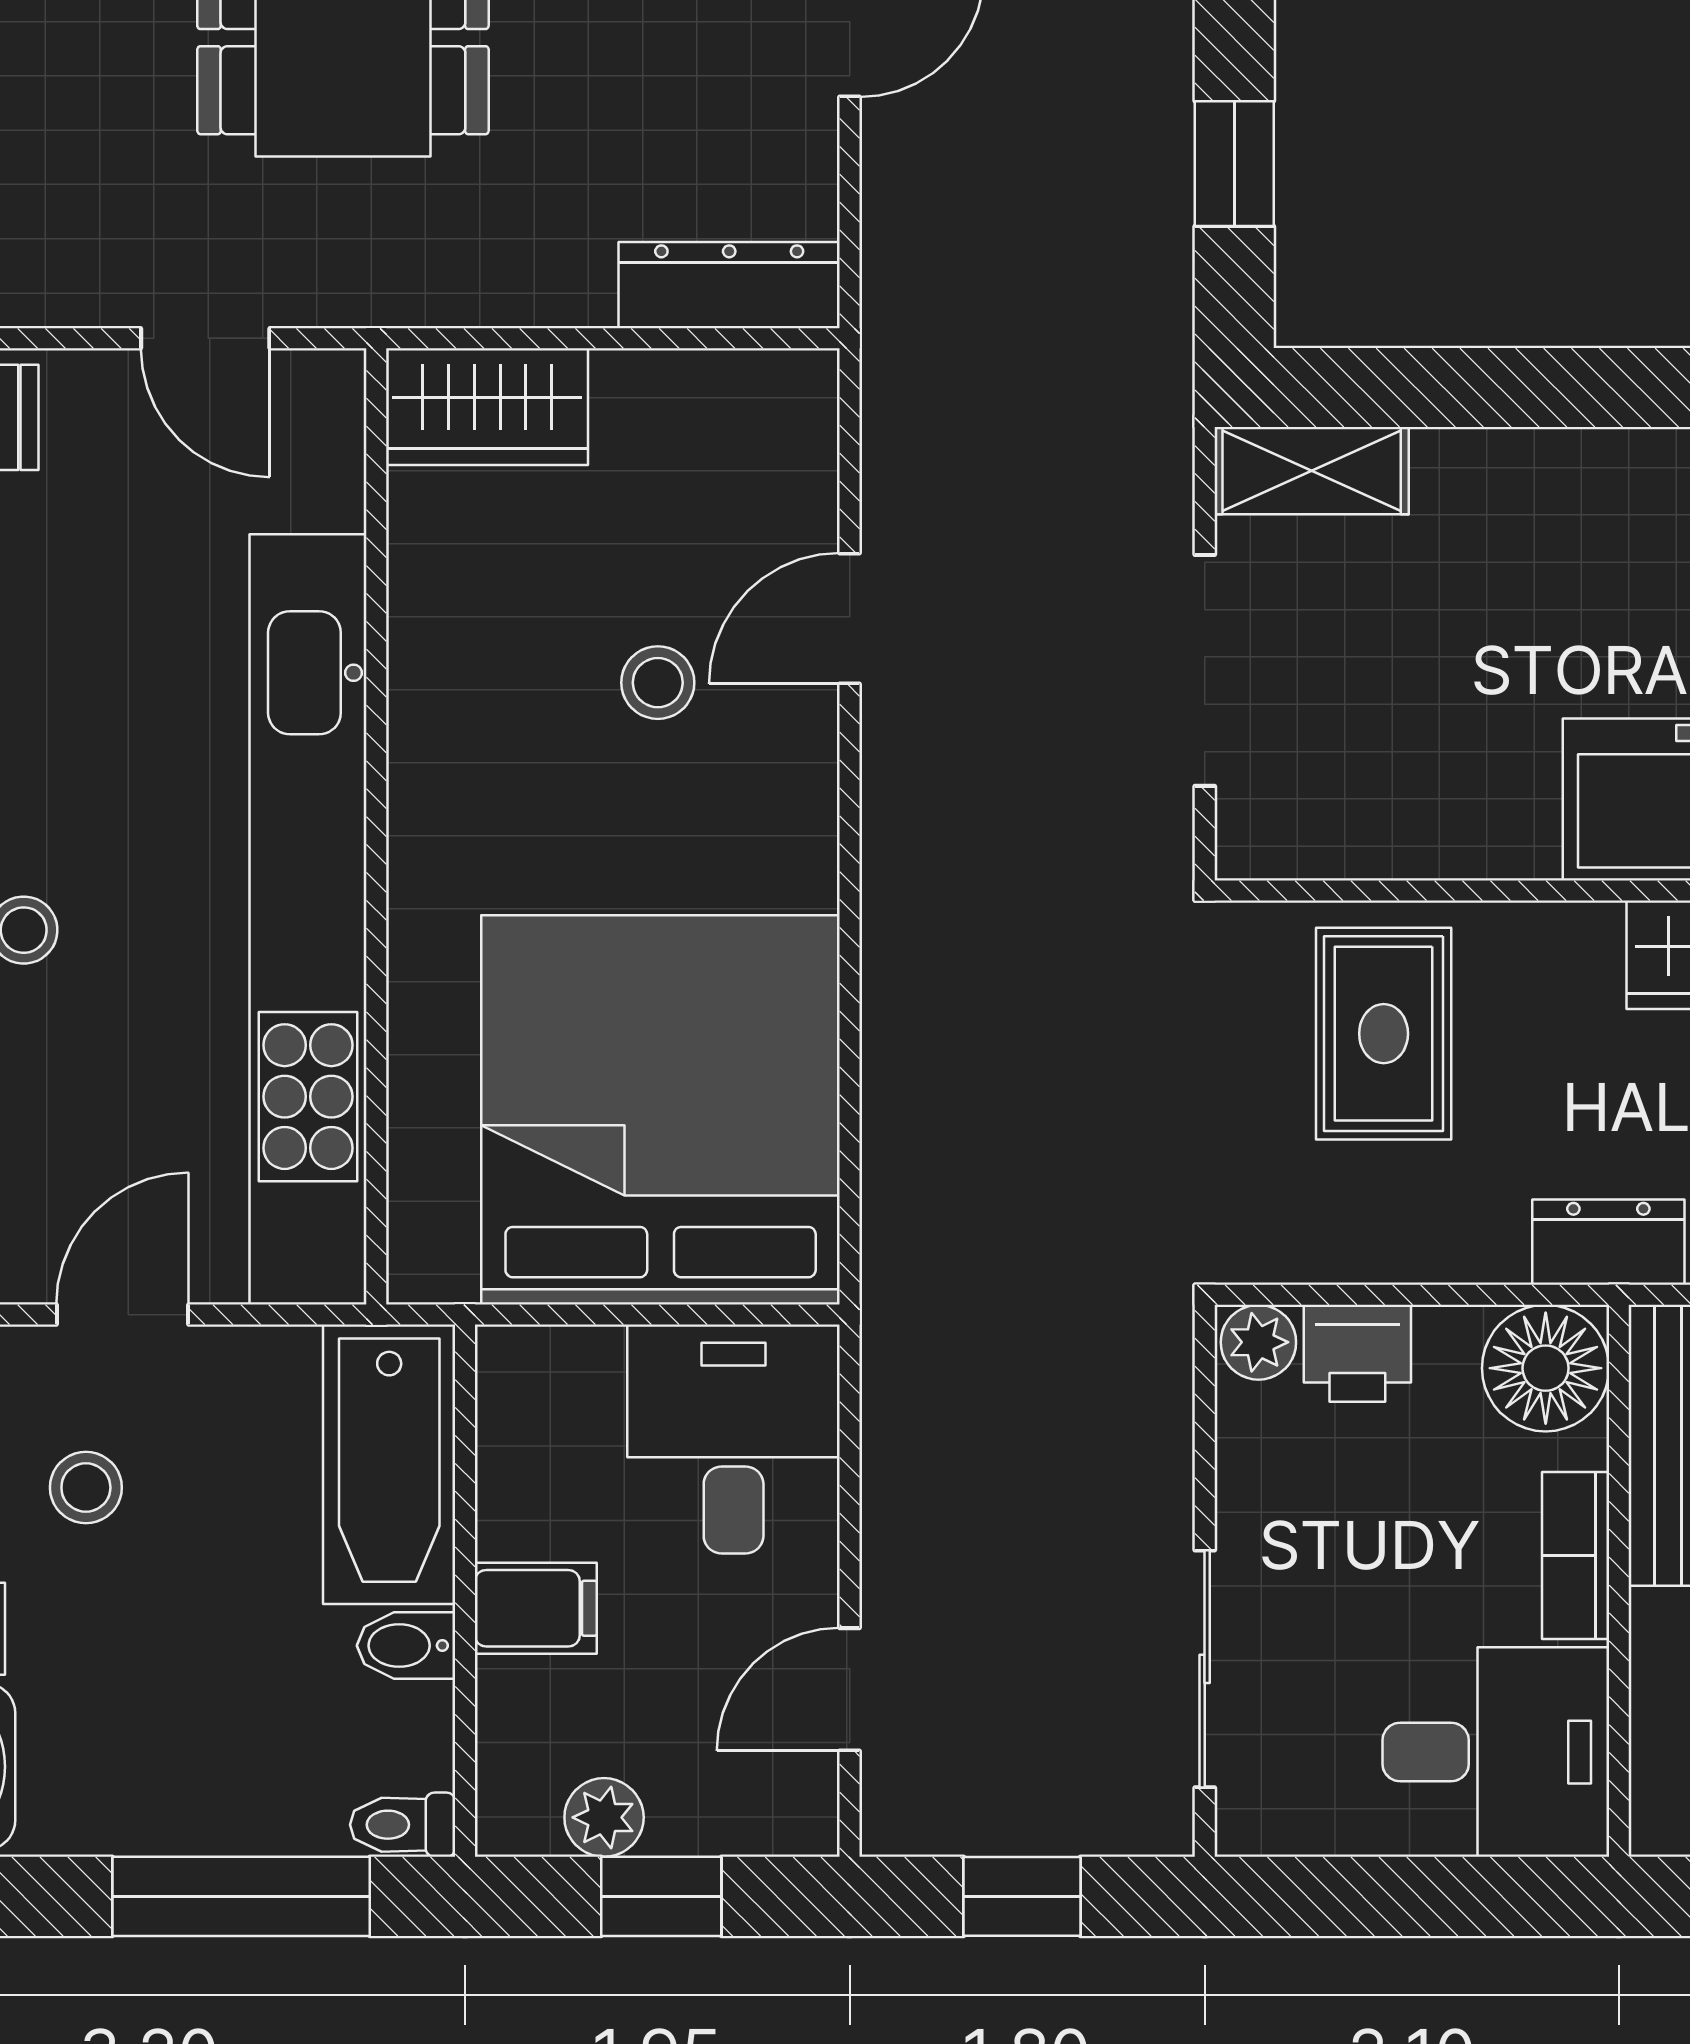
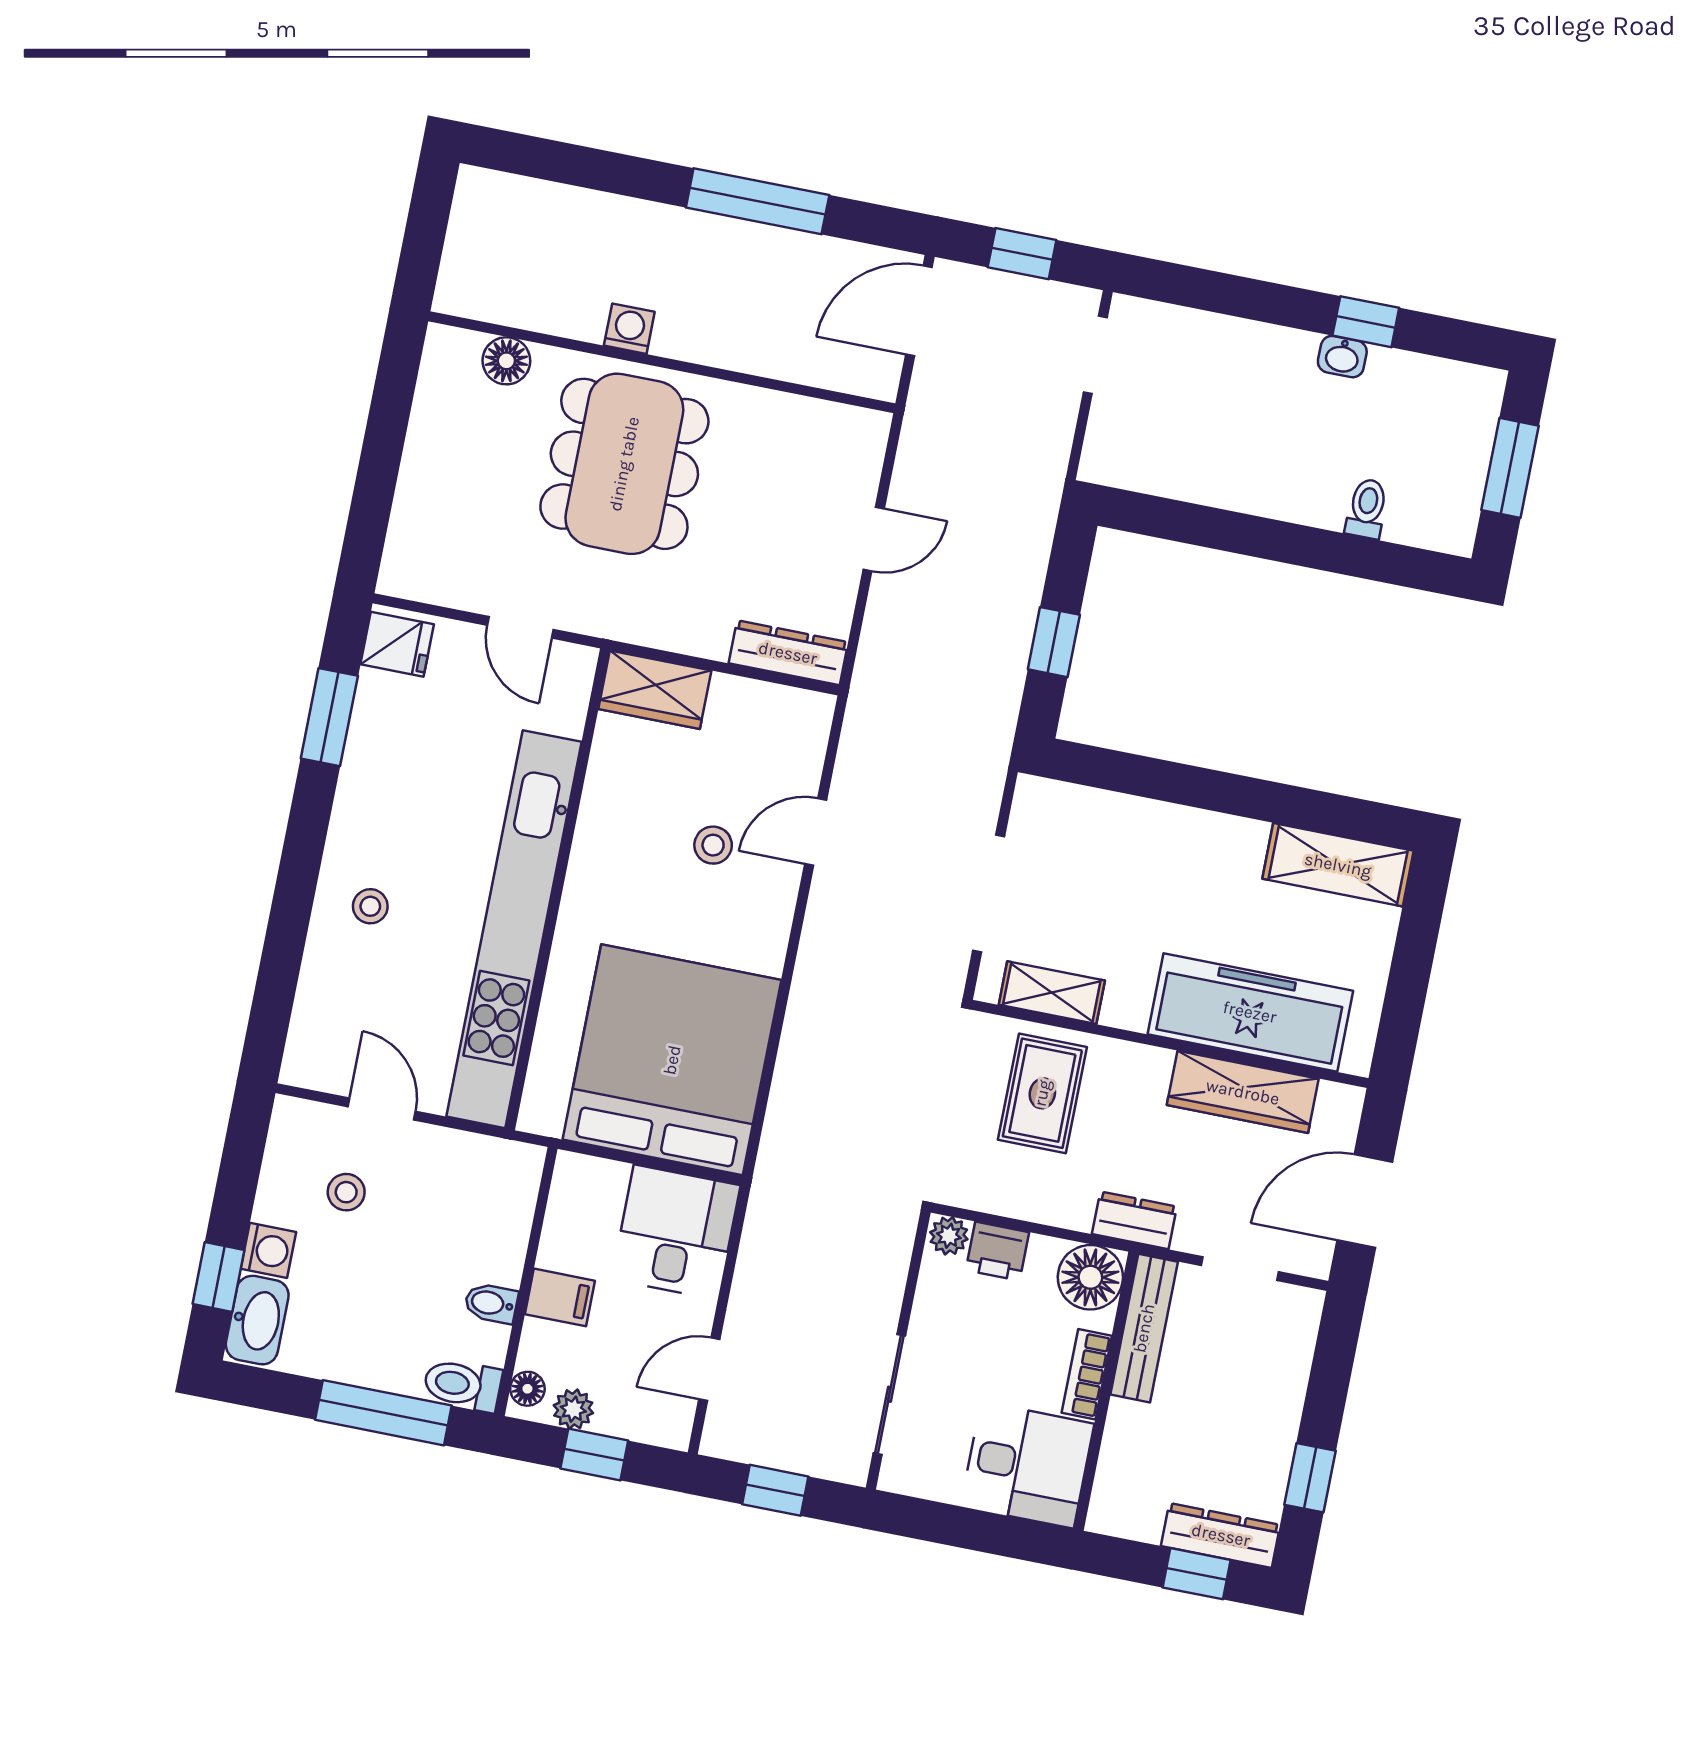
shelving: (1312, 471) -> (1052, 993), moved
door: (122, 1315) -> (382, 1109), hinge flipped
bathtub: (389, 1464) -> (501, 1211), removed
floor lamp: (508, 1796) -> (527, 1389), added
toilet: (403, 1825) -> (463, 1385), width x1.37, depth x1.39

